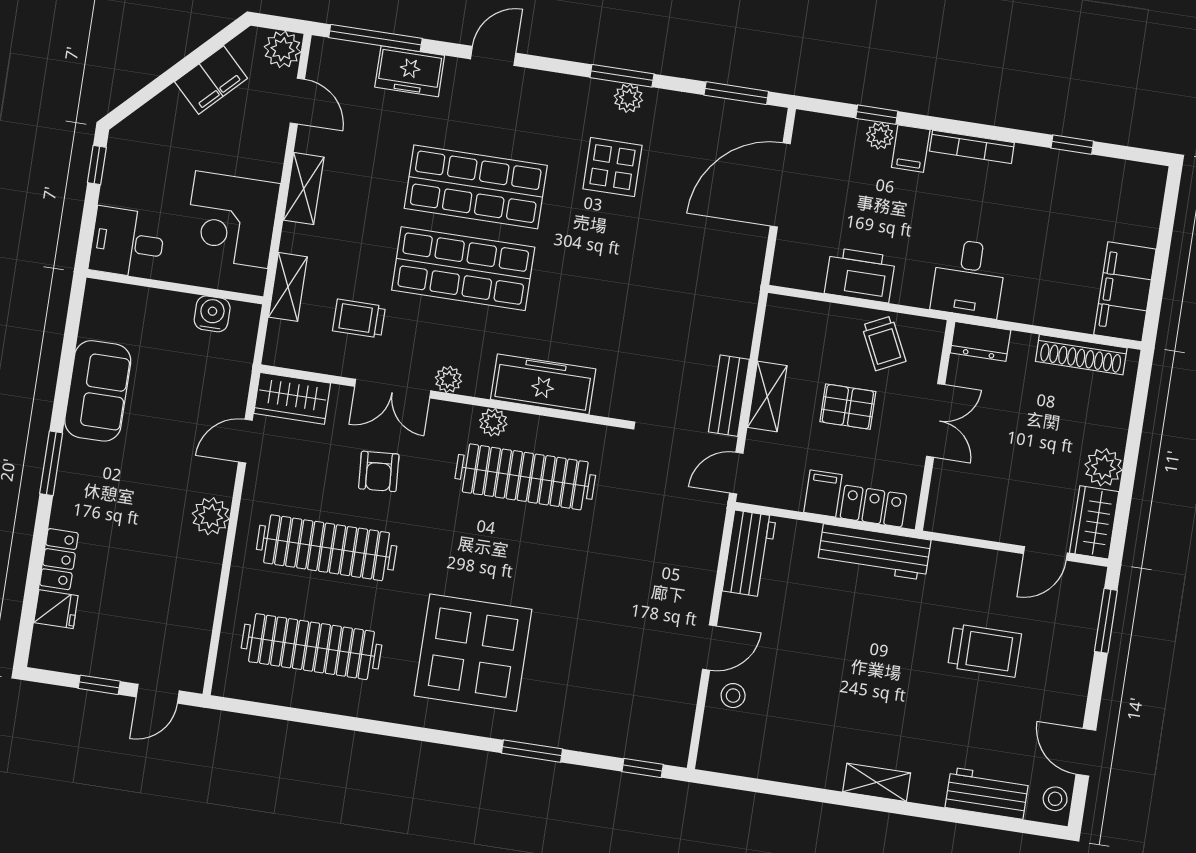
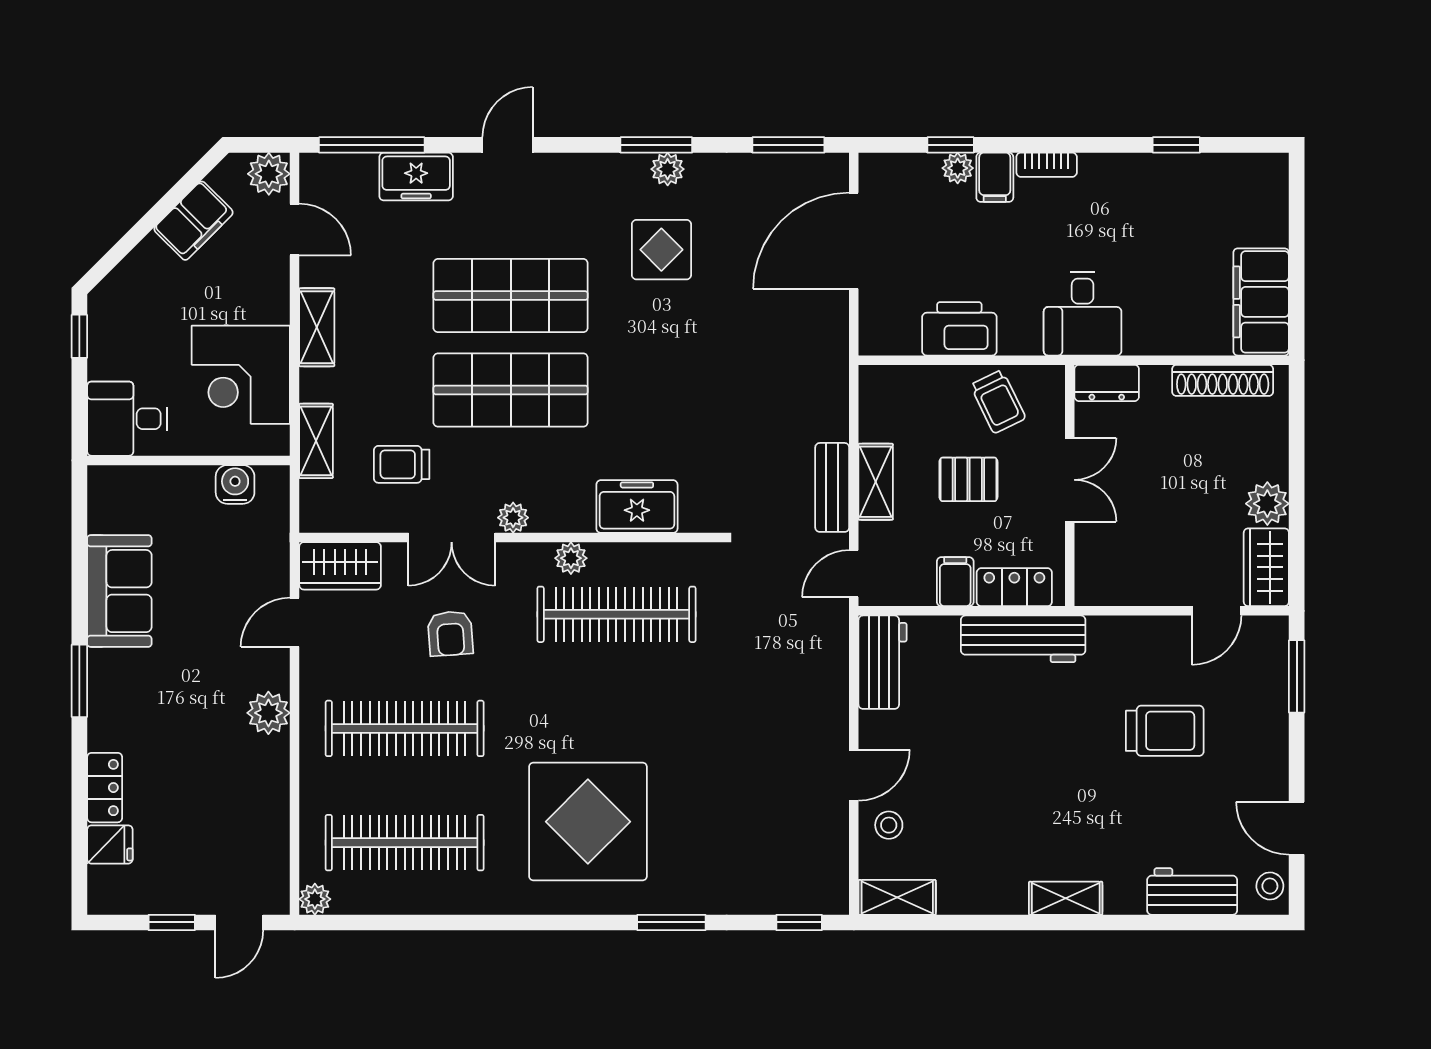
bookcase: (972, 147) -> (1047, 165), width x0.64
freezer: (543, 384) -> (637, 507), width x0.71
plant: (226, 684) -> (315, 899), added
shelving: (731, 759) -> (897, 897), added

